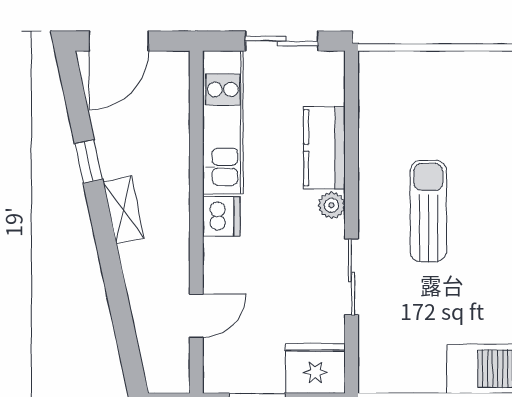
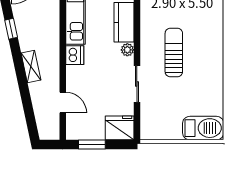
shelving: (124, 210) -> (31, 67), moved
door: (196, 316) -> (63, 103), hinge flipped

